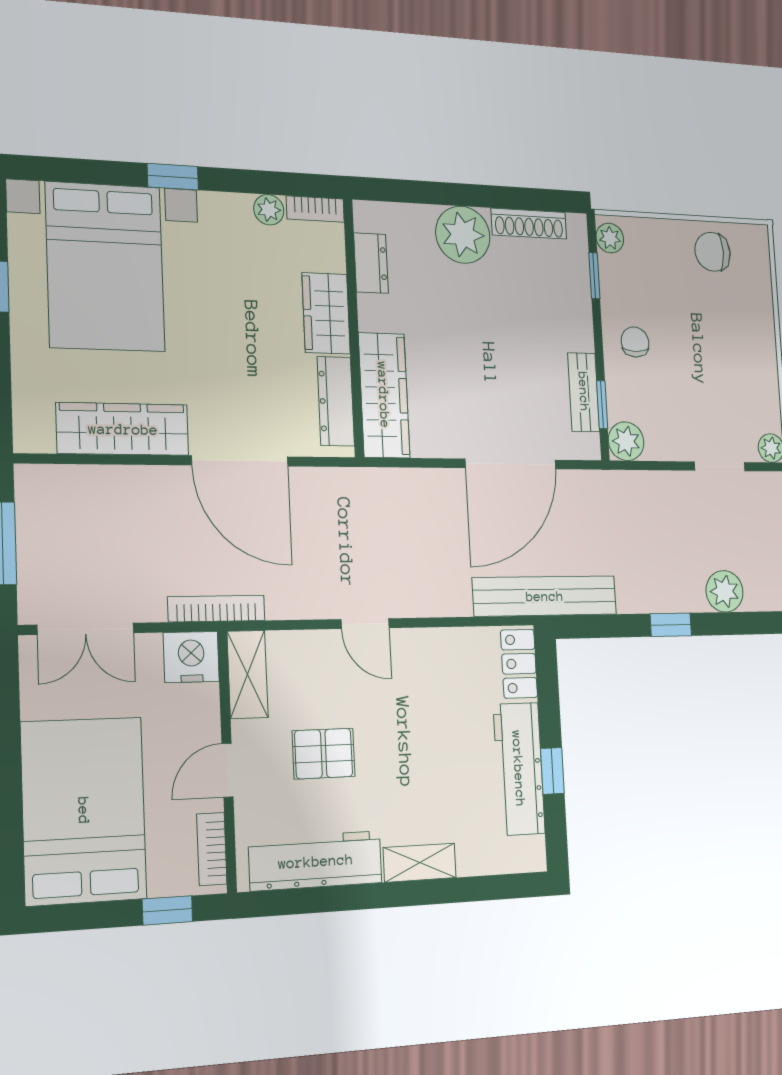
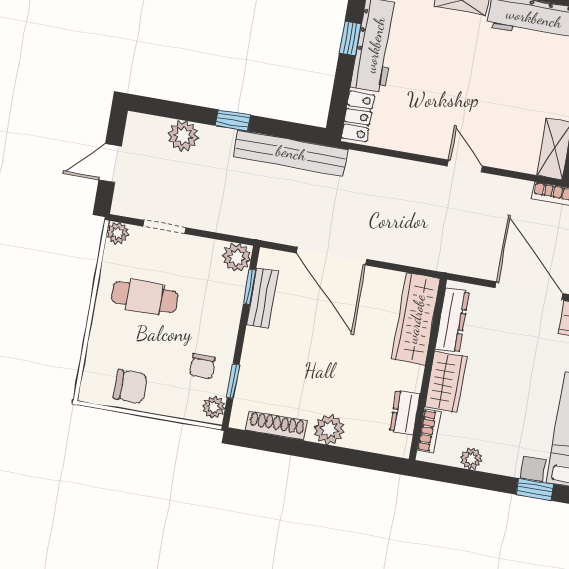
bookcase: (315, 209) -> (429, 431), moved, turned 90
plant: (463, 235) -> (329, 429), width x0.73, depth x0.73
chair: (635, 342) -> (202, 366), moved
cafe table: (722, 370) -> (145, 297), added
door: (511, 464) -> (332, 256), swing flipped
bench: (545, 596) -> (291, 153), moved
pallet: (324, 754) -> (513, 86), removed

